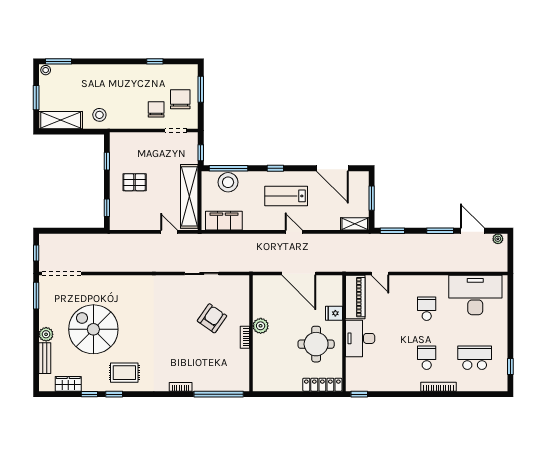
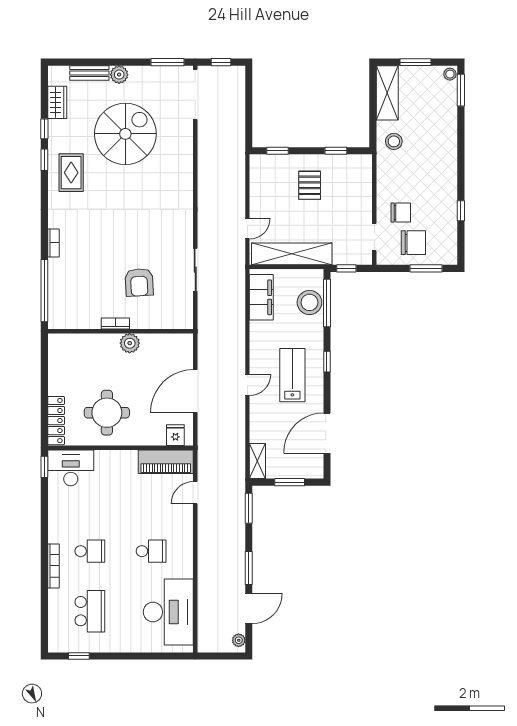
fridge: (334, 313) -> (175, 435), moved
armchair: (212, 318) -> (139, 282), turned 52
desk: (360, 338) -> (71, 468), moved

